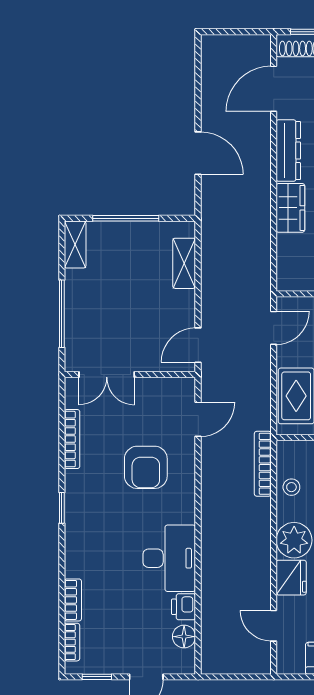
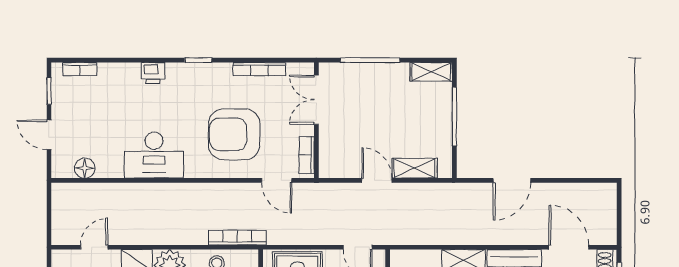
door: (198, 345) -> (377, 180), moved
armchair: (146, 467) -> (234, 134), width x1.36, depth x1.36
bookcase: (73, 600) -> (307, 155), moved, turned 90
printer: (184, 607) -> (153, 73), moved, turned 180

